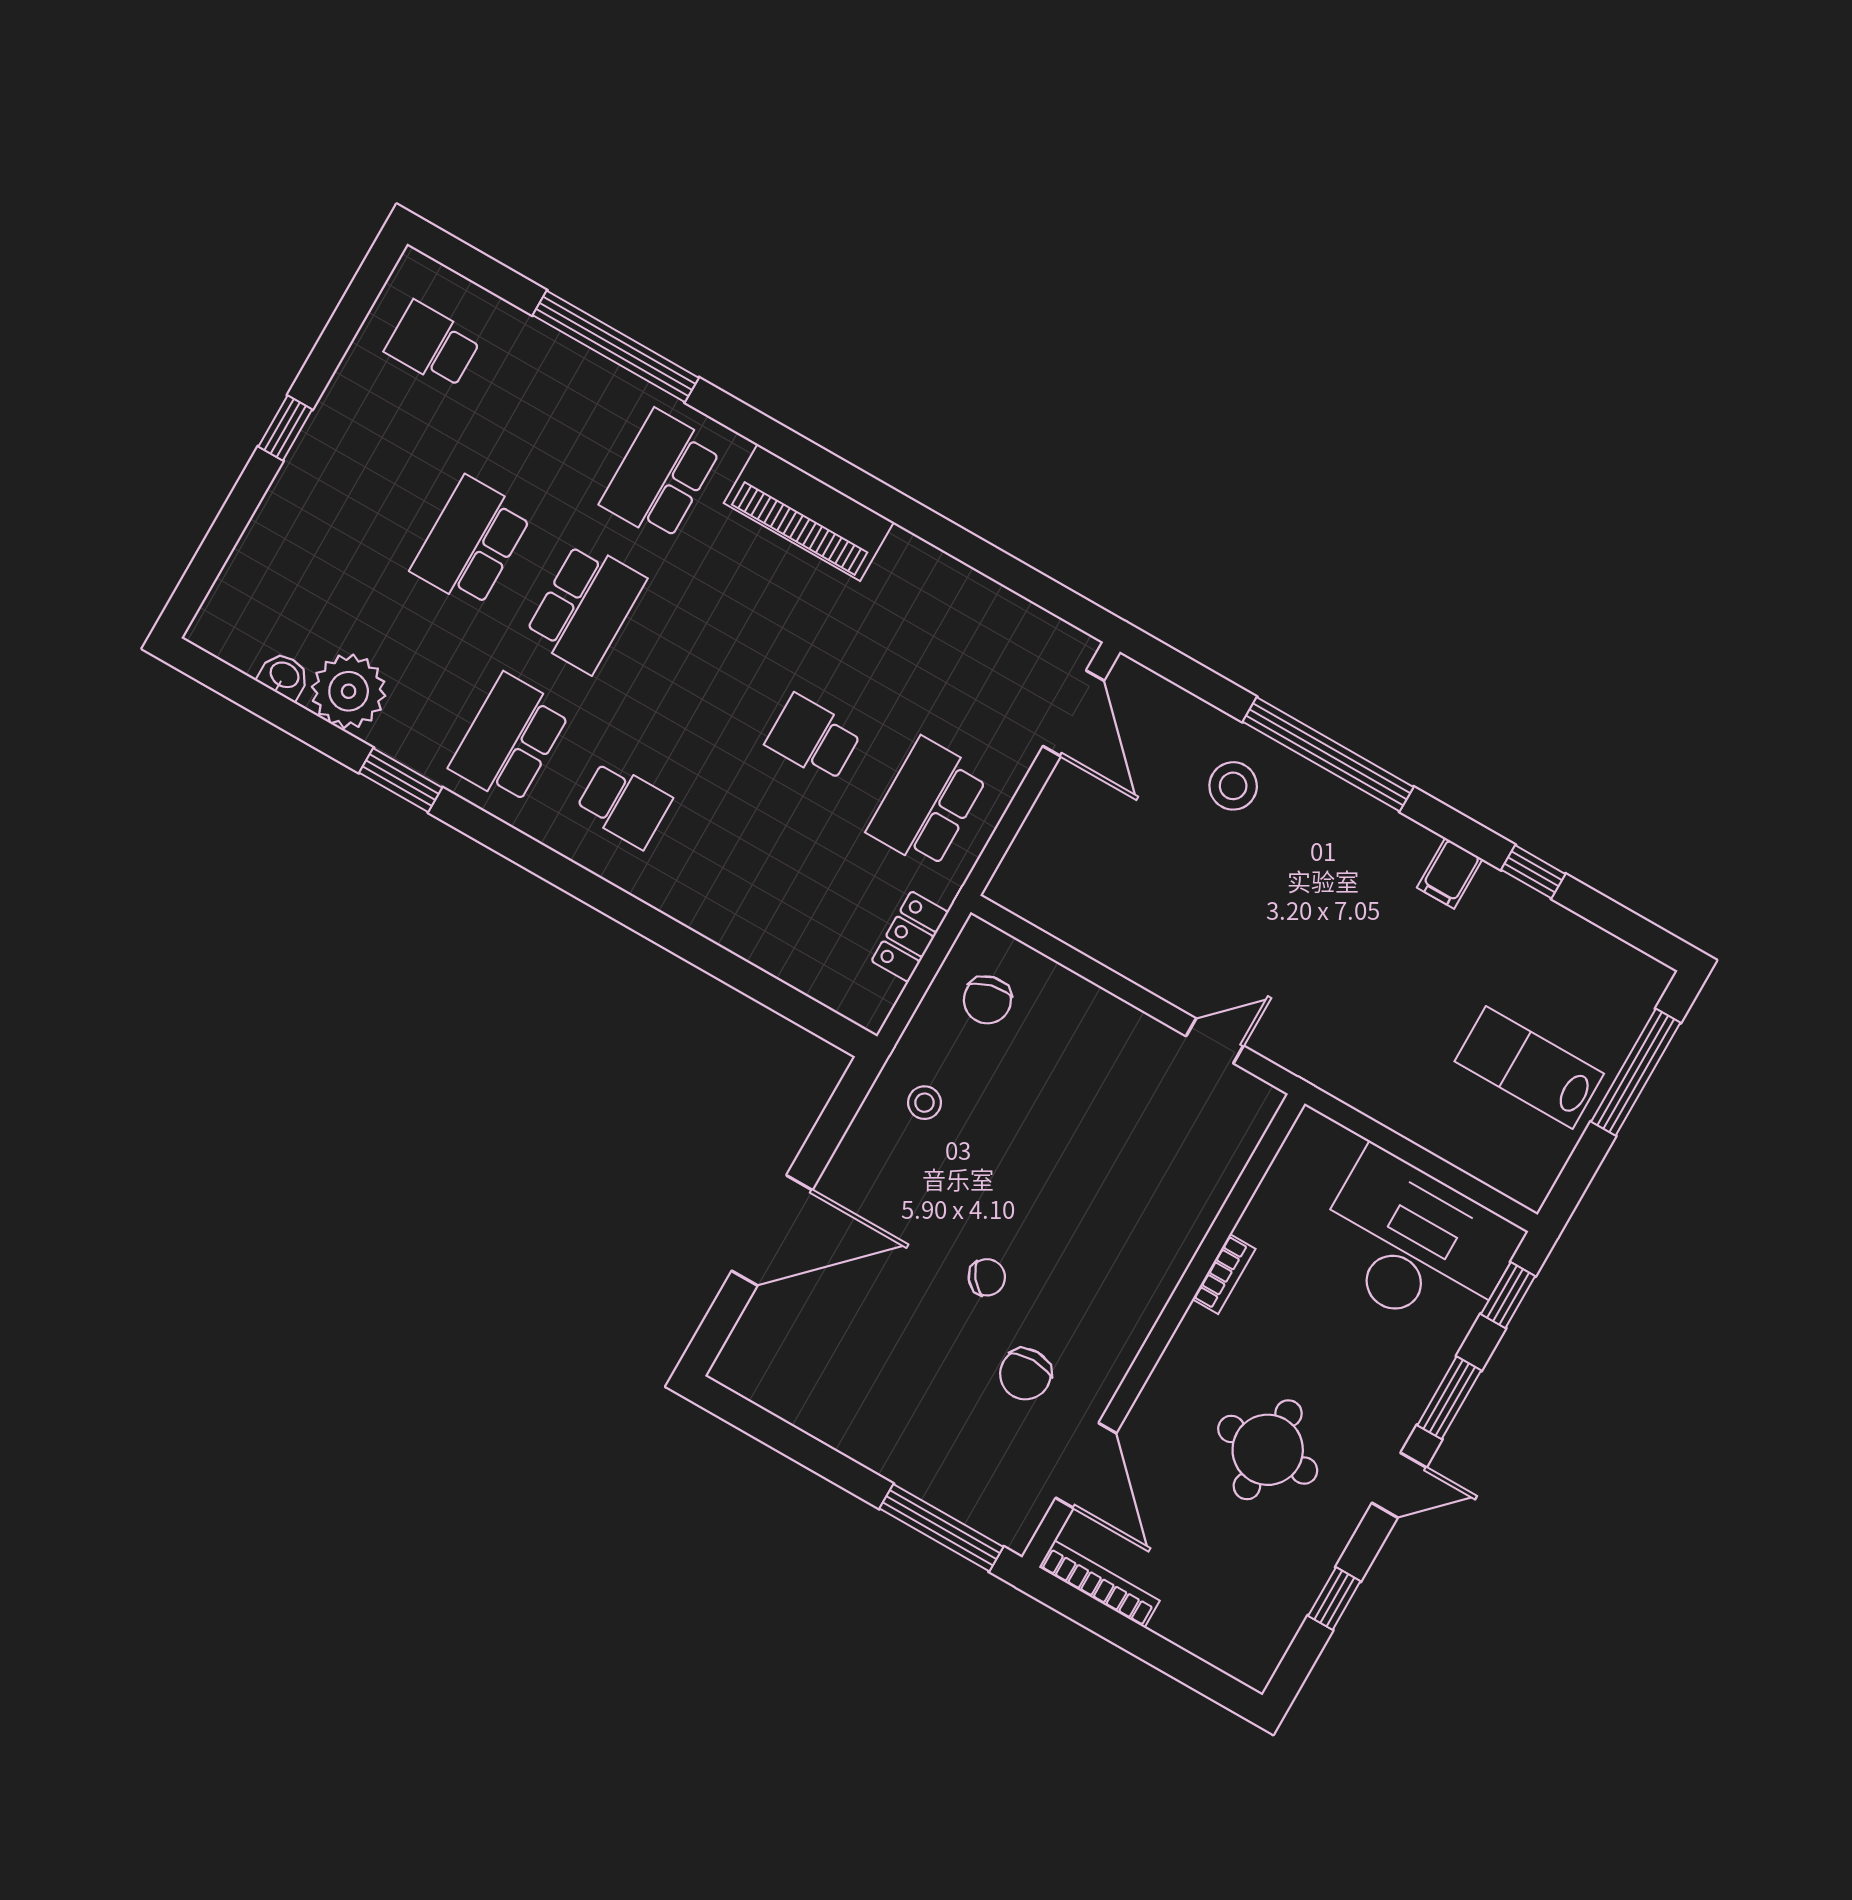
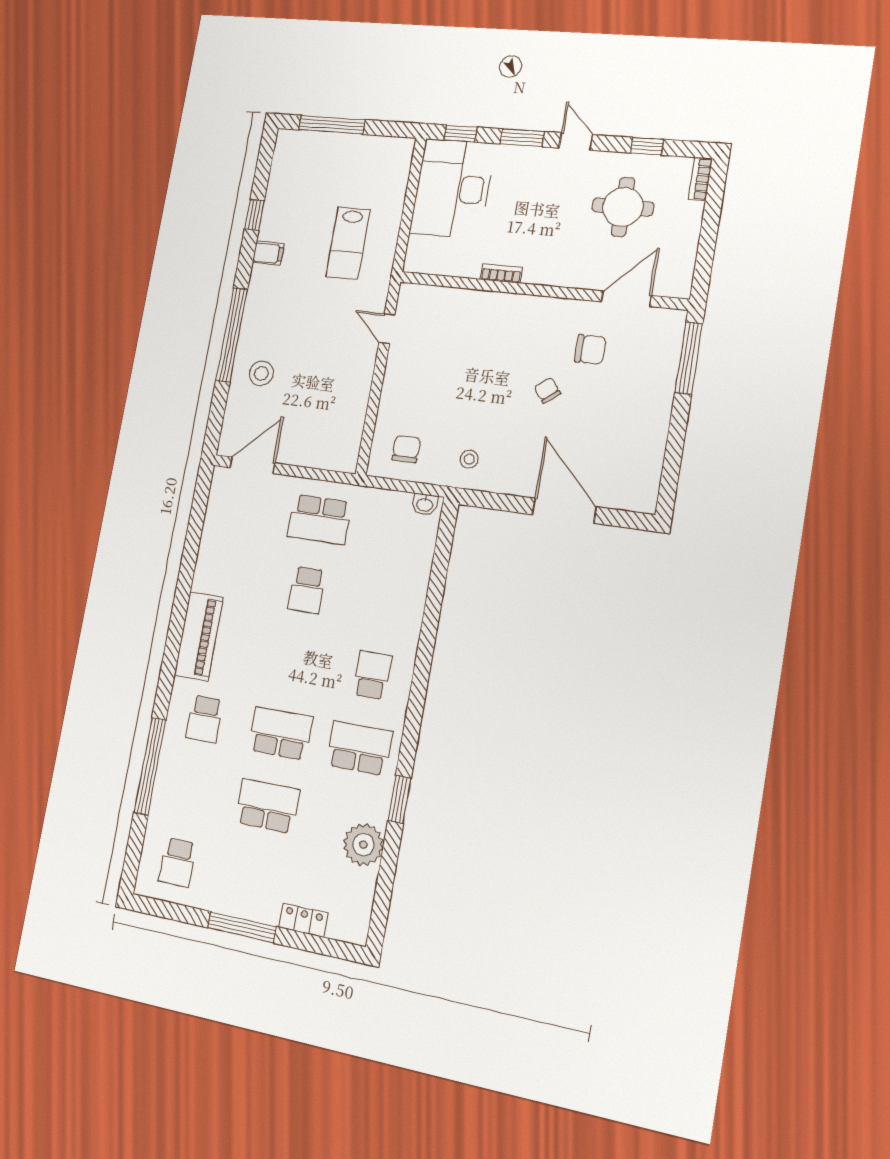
window: (285, 428) -> (242, 927), width x2.17
school desk: (661, 475) -> (204, 719), width x0.54
school desk: (471, 542) -> (267, 806), turned 180
washbasin: (284, 676) -> (425, 504), moved, turned -90
school desk: (510, 739) -> (359, 748), turned 180
locker: (910, 937) -> (303, 920), moved, turned 180
chair: (987, 1000) -> (406, 449), turned -76
lab bench: (1529, 1068) -> (348, 243), moved
round table: (1268, 1450) -> (623, 207), moved
bookcase: (1099, 1584) -> (700, 179), moved, width x0.64

